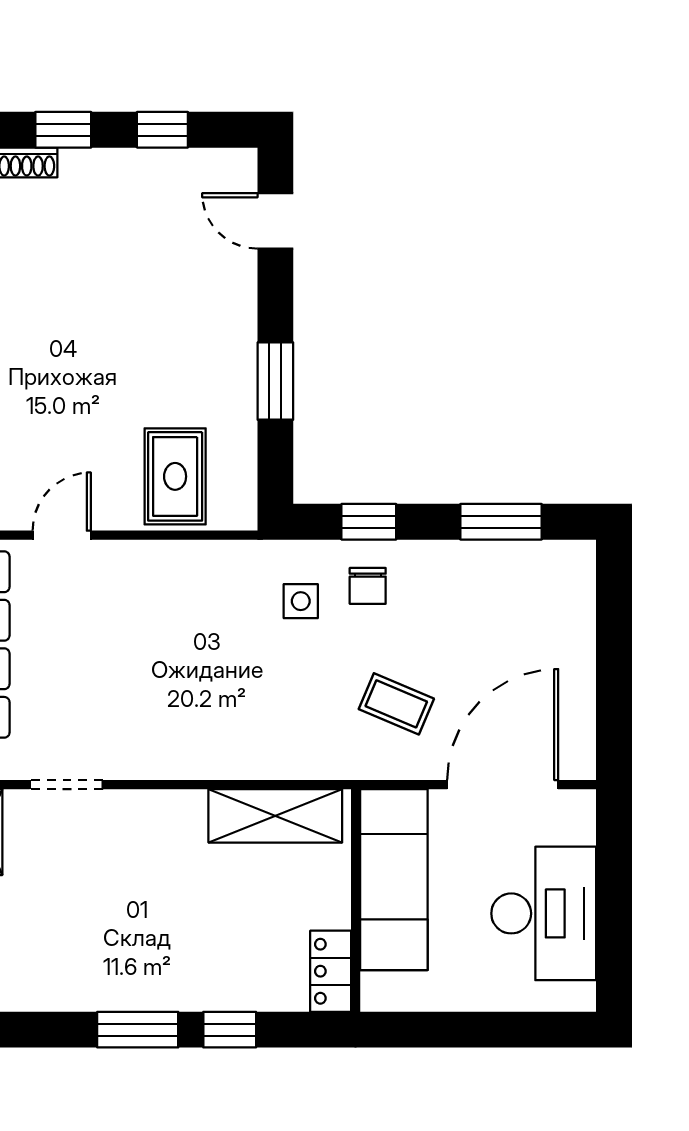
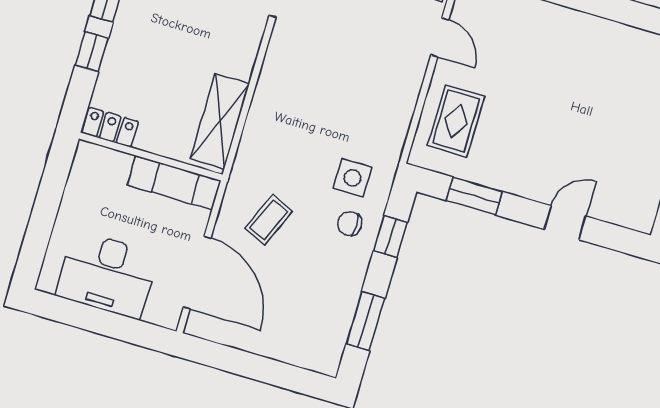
door: (275, 221) -> (565, 223), moved
window: (275, 381) -> (474, 196), moved
rug: (175, 476) -> (456, 121), turned 90
side table: (301, 601) -> (353, 178), width x1.37, depth x1.37
exam couch: (394, 880) -> (174, 183), width x0.73, depth x0.69

